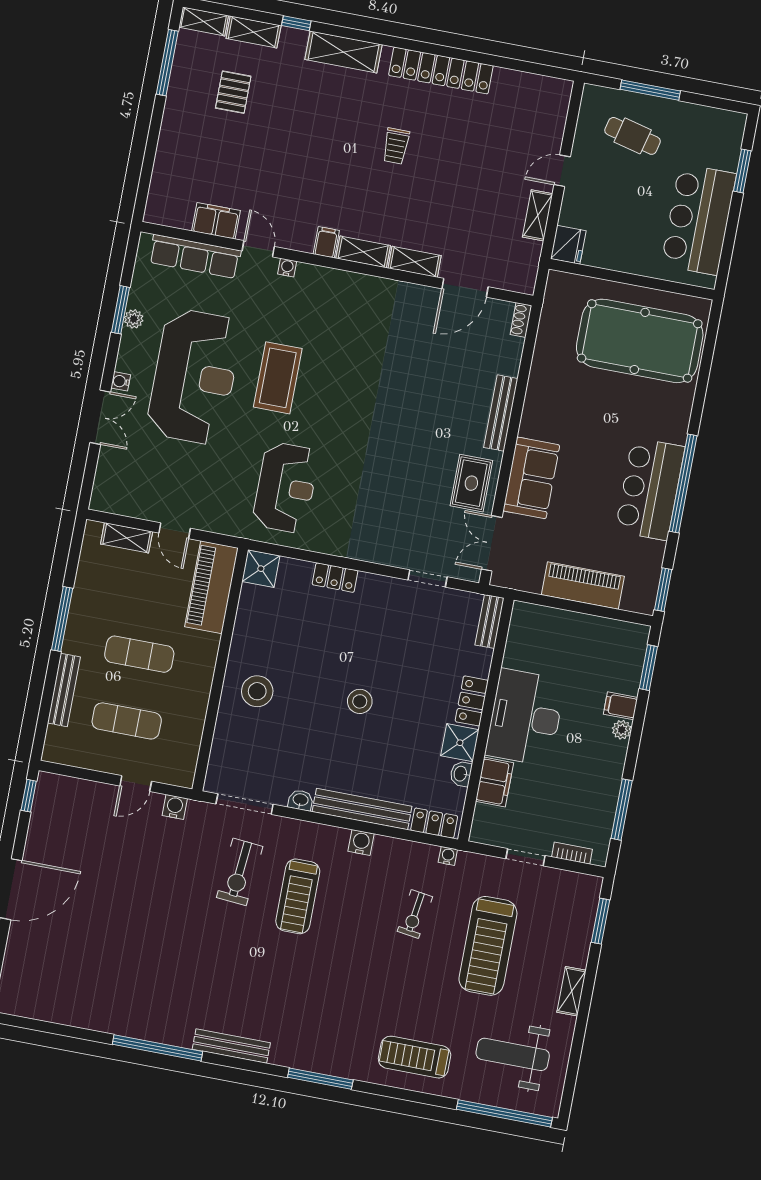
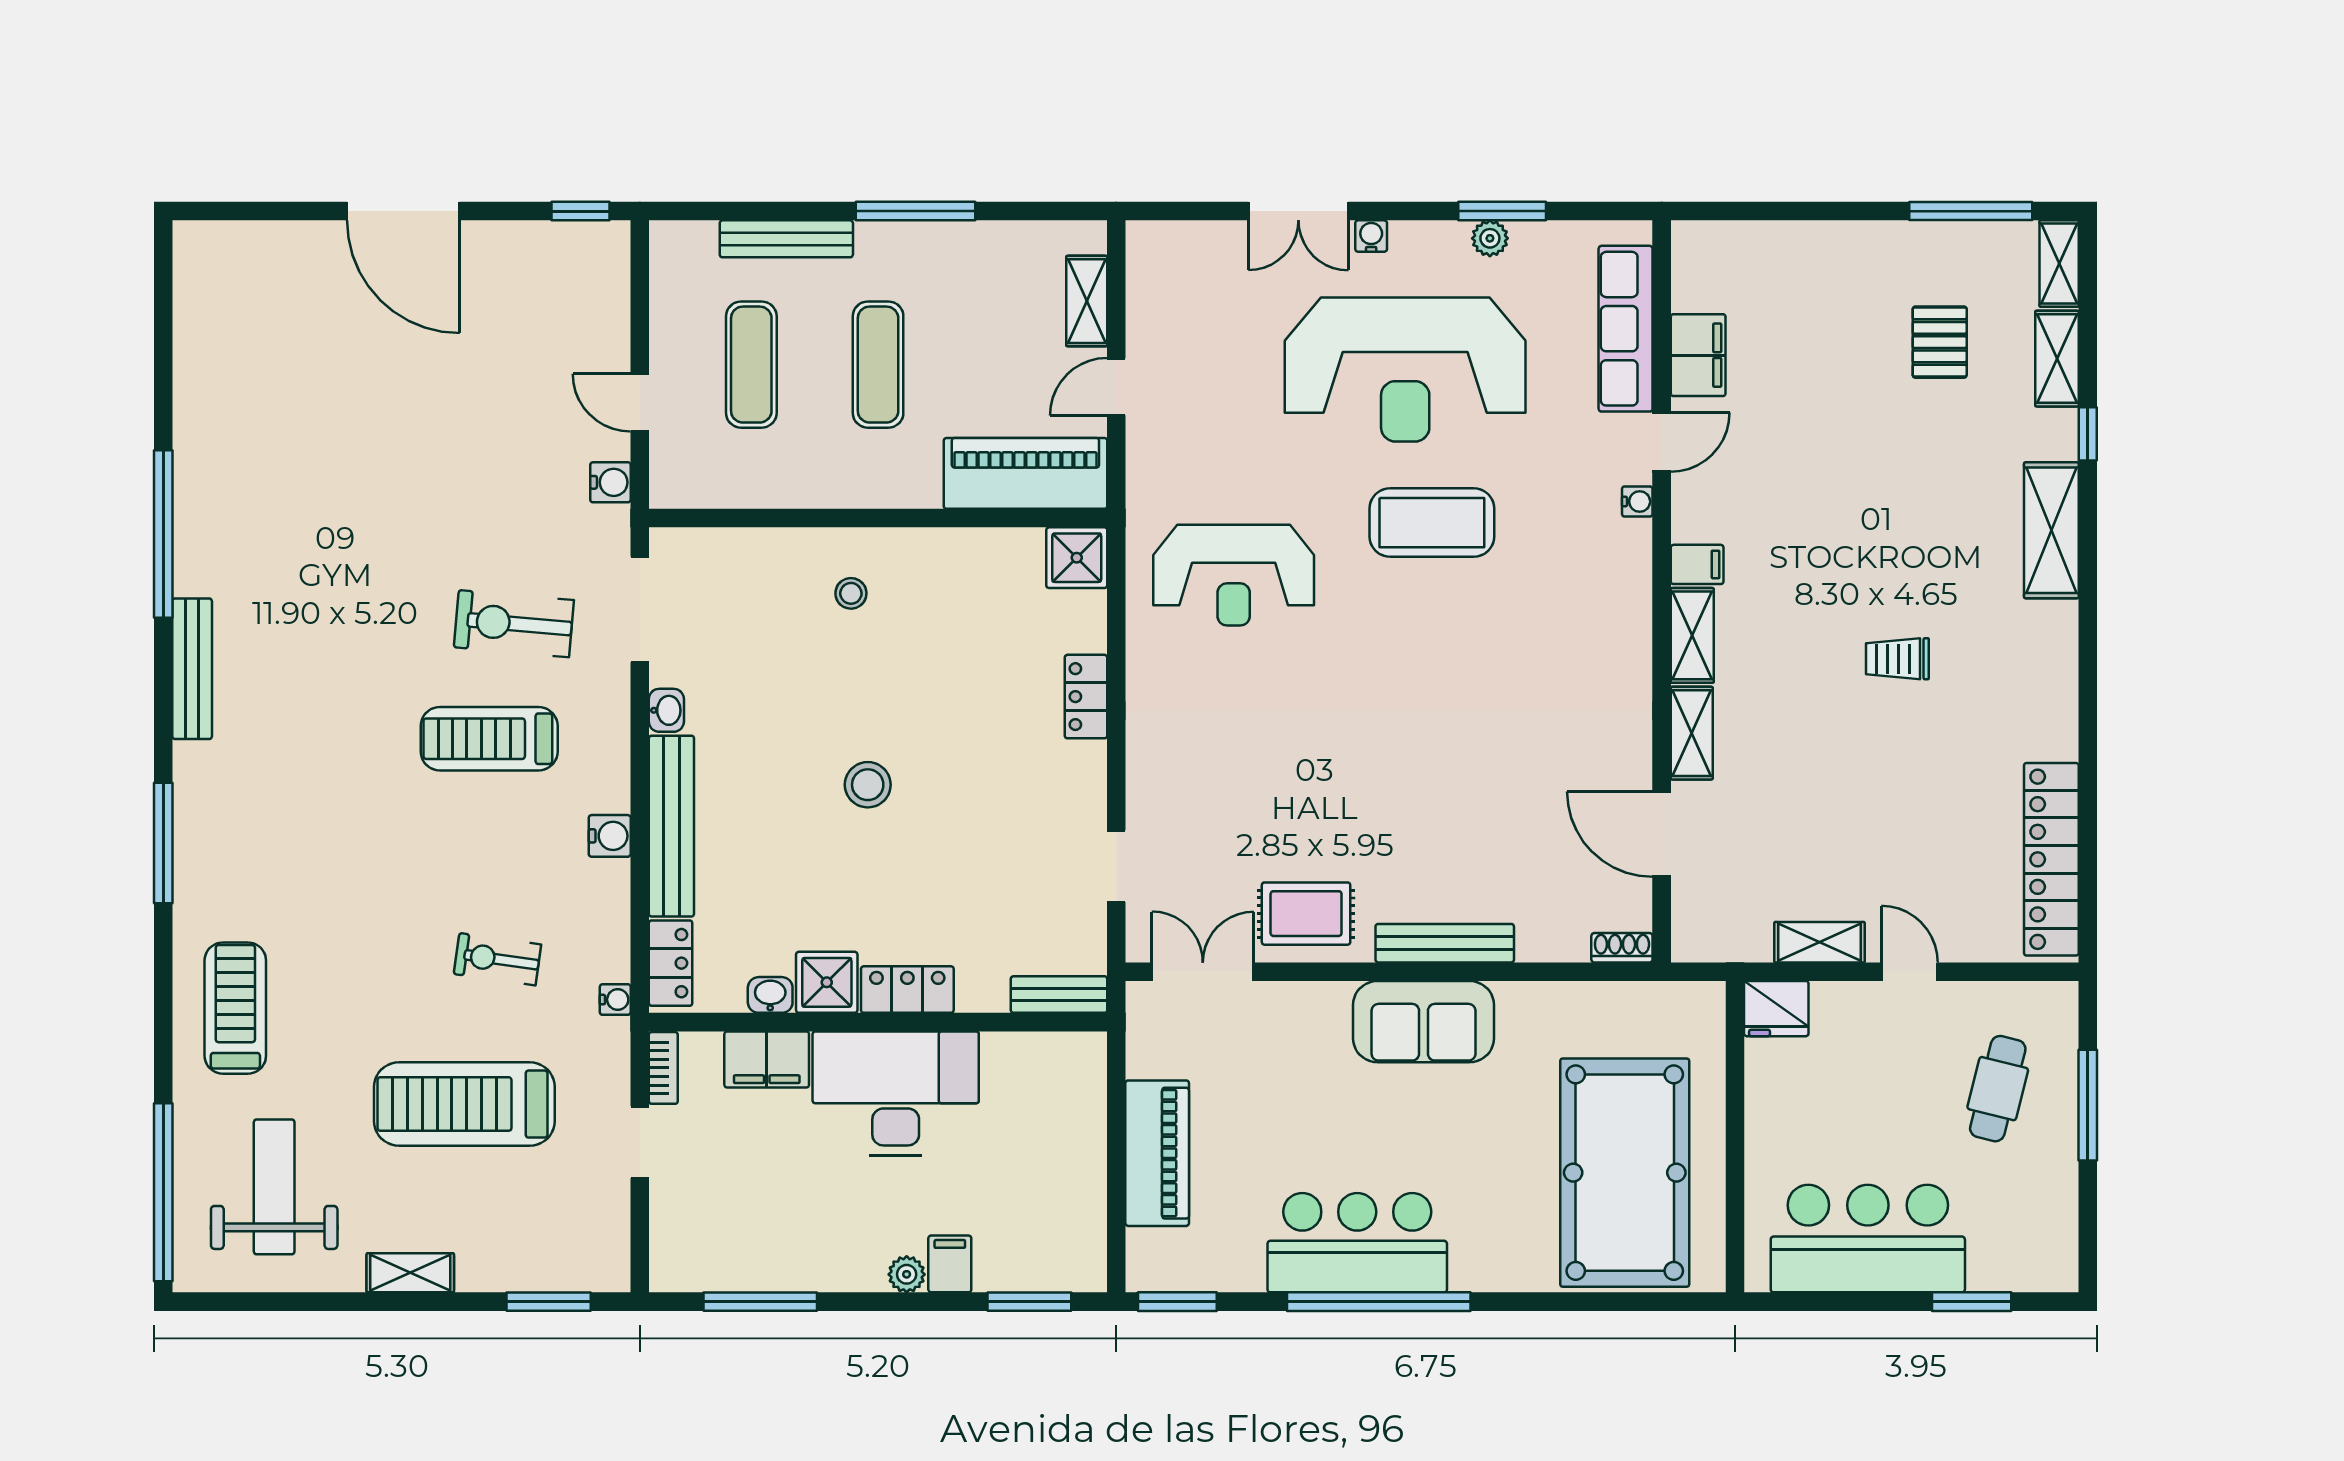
locker: (441, 70) -> (2051, 859), moved
pallet: (233, 92) -> (1940, 342), turned 90
sofa: (531, 478) -> (1424, 1022), moved
stool: (257, 691) -> (851, 593), width x0.53, depth x0.53
bookcase: (572, 853) -> (663, 1068), moved

